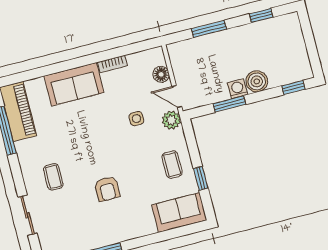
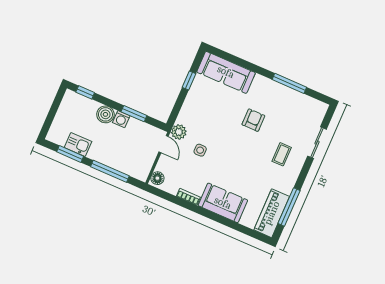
window: (261, 15) -> (70, 154), width x1.50
window: (209, 29) -> (110, 171), width x1.44
kitchen sink: (261, 31) -> (78, 144), added
floor lamp: (161, 74) -> (157, 178), moved
coffee table: (172, 165) -> (200, 103), removed
sofa: (179, 213) -> (226, 72), width x1.36

